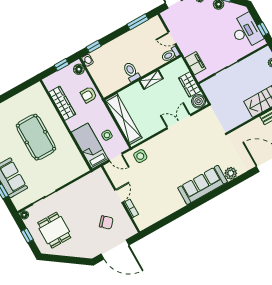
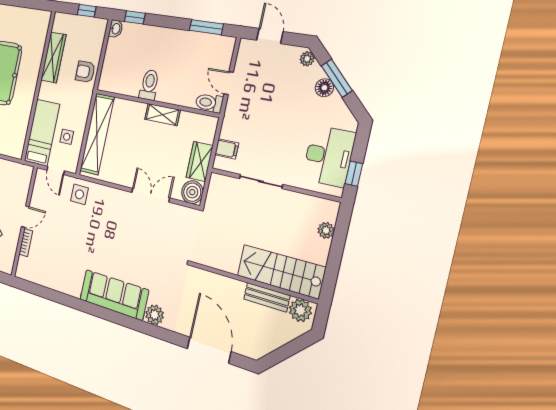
filing cabinet: (195, 63) -> (227, 149), width x0.50
floor lamp: (79, 69) -> (99, 32), removed

